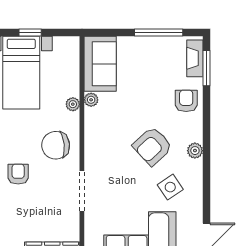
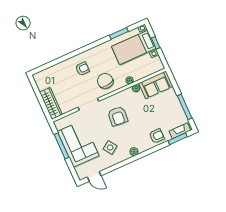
armchair: (152, 146) -> (118, 116), moved, turned -132

